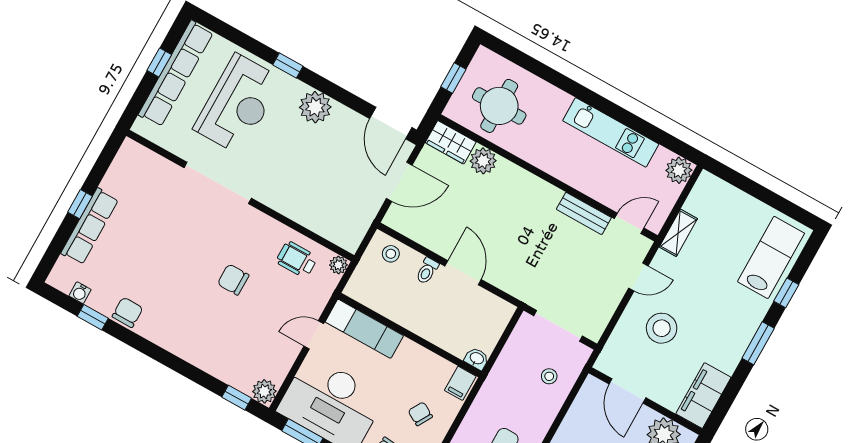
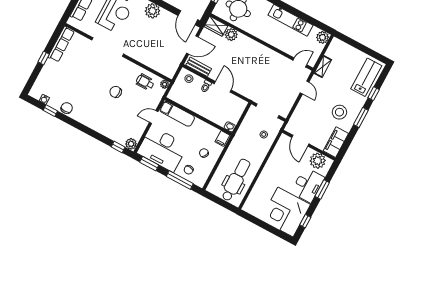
bench: (584, 213) -> (199, 67), moved
row of seats: (90, 226) -> (61, 44), moved
door: (638, 277) -> (305, 87), hinge flipped
stool: (662, 328) -> (339, 112), moved

